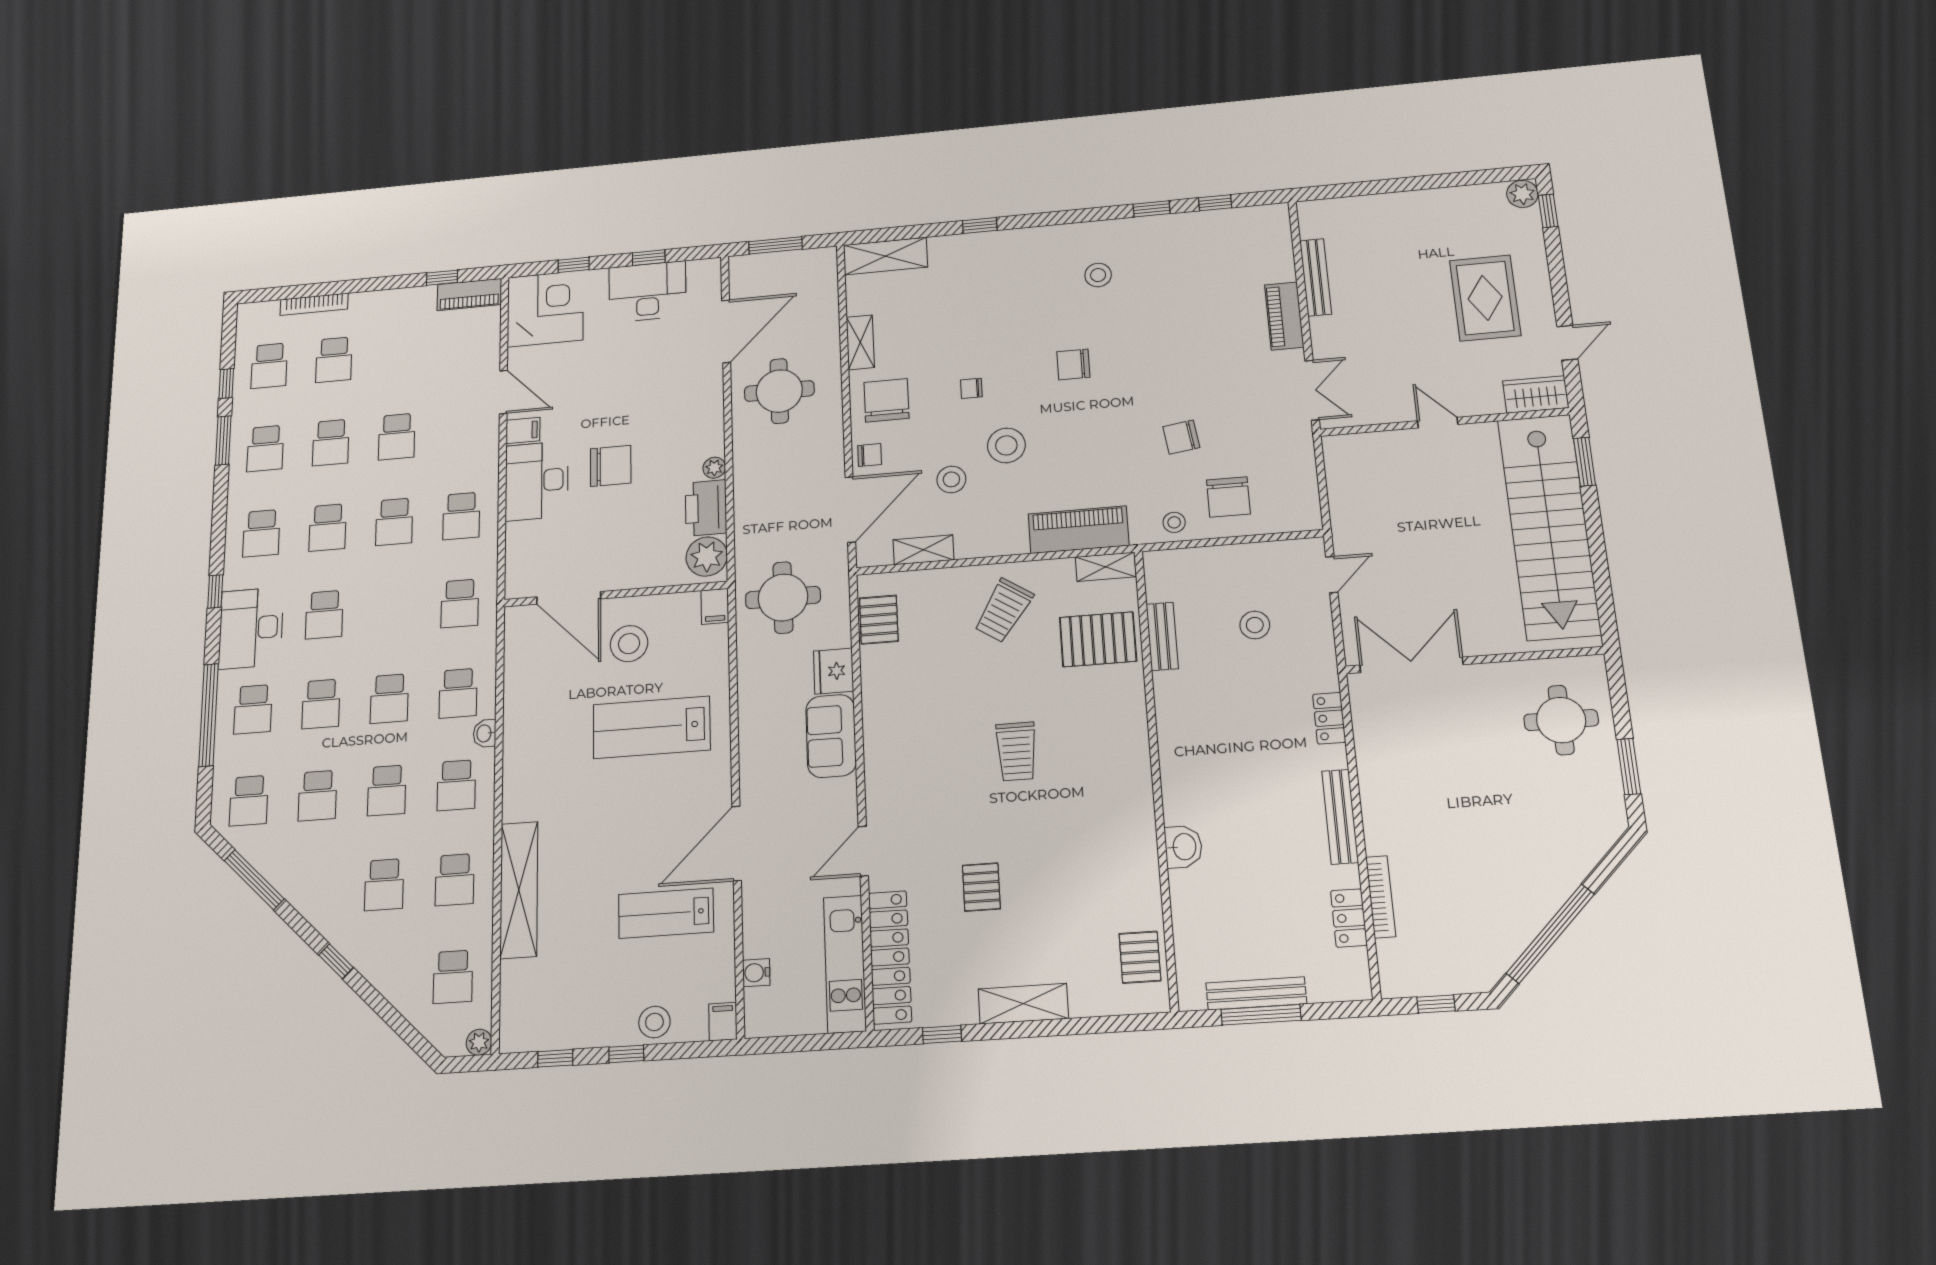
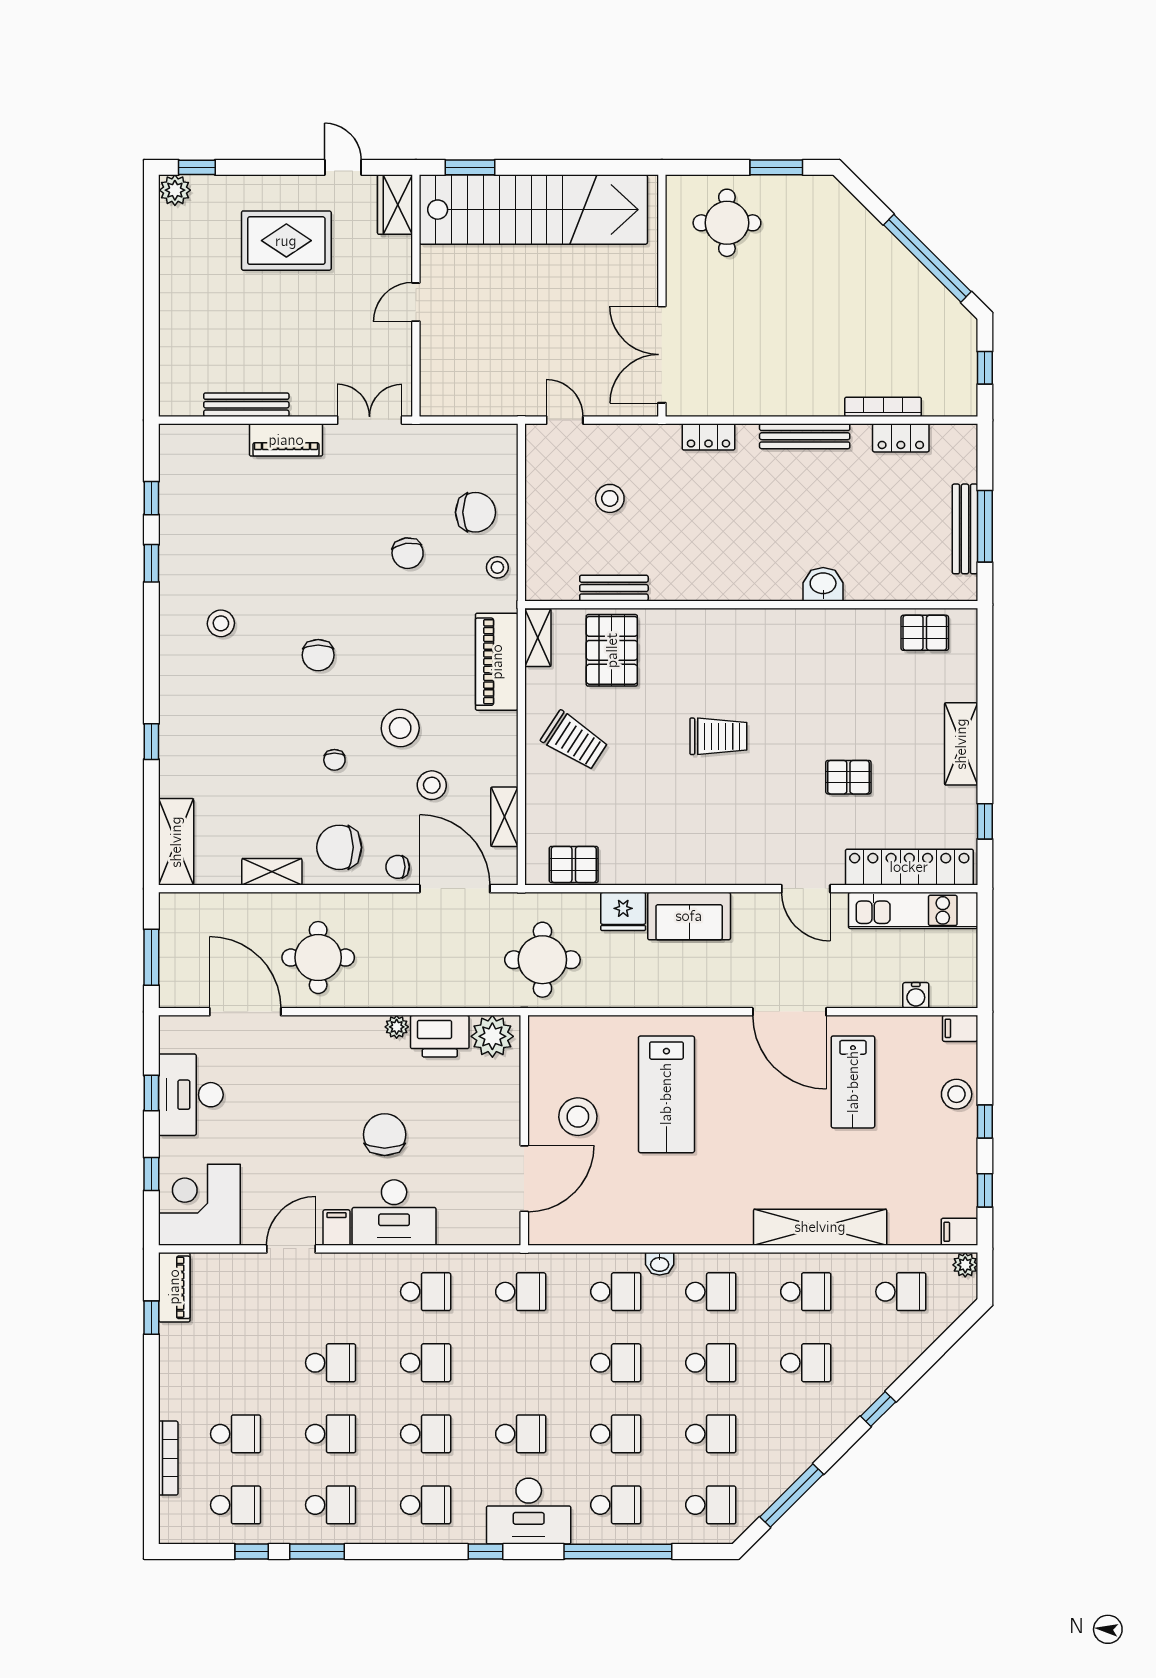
chair: (870, 455) -> (398, 867), turned -90
filing cabinet: (715, 606) -> (959, 1232), moved, turned 180

